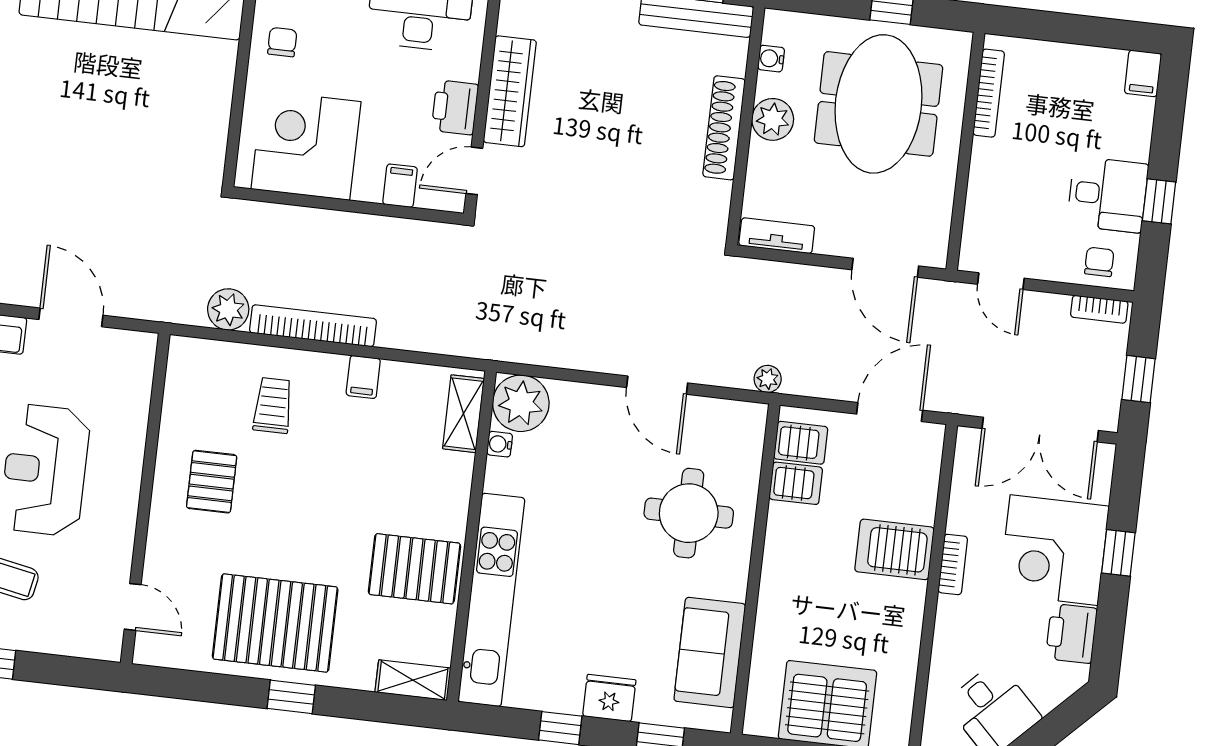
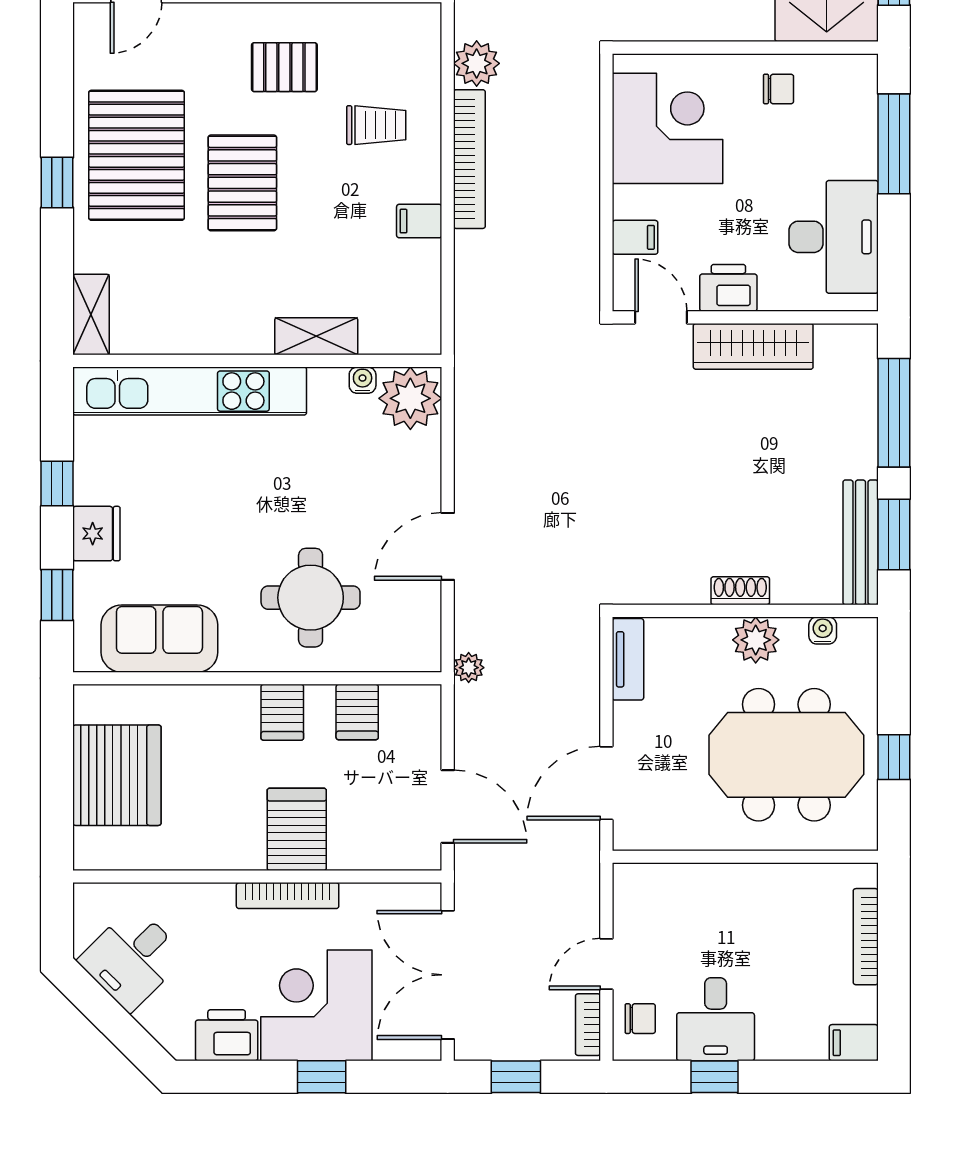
bookcase: (989, 93) -> (866, 937), moved, turned 90
shoe rack: (724, 128) -> (740, 591), width x0.51, depth x0.81
door: (1001, 281) -> (606, 964), moved
shelving: (463, 414) -> (316, 336), moved
server rack: (801, 443) -> (282, 712), moved
bookcase: (953, 564) -> (288, 896), width x1.56
pallet: (414, 569) -> (242, 183), moved

